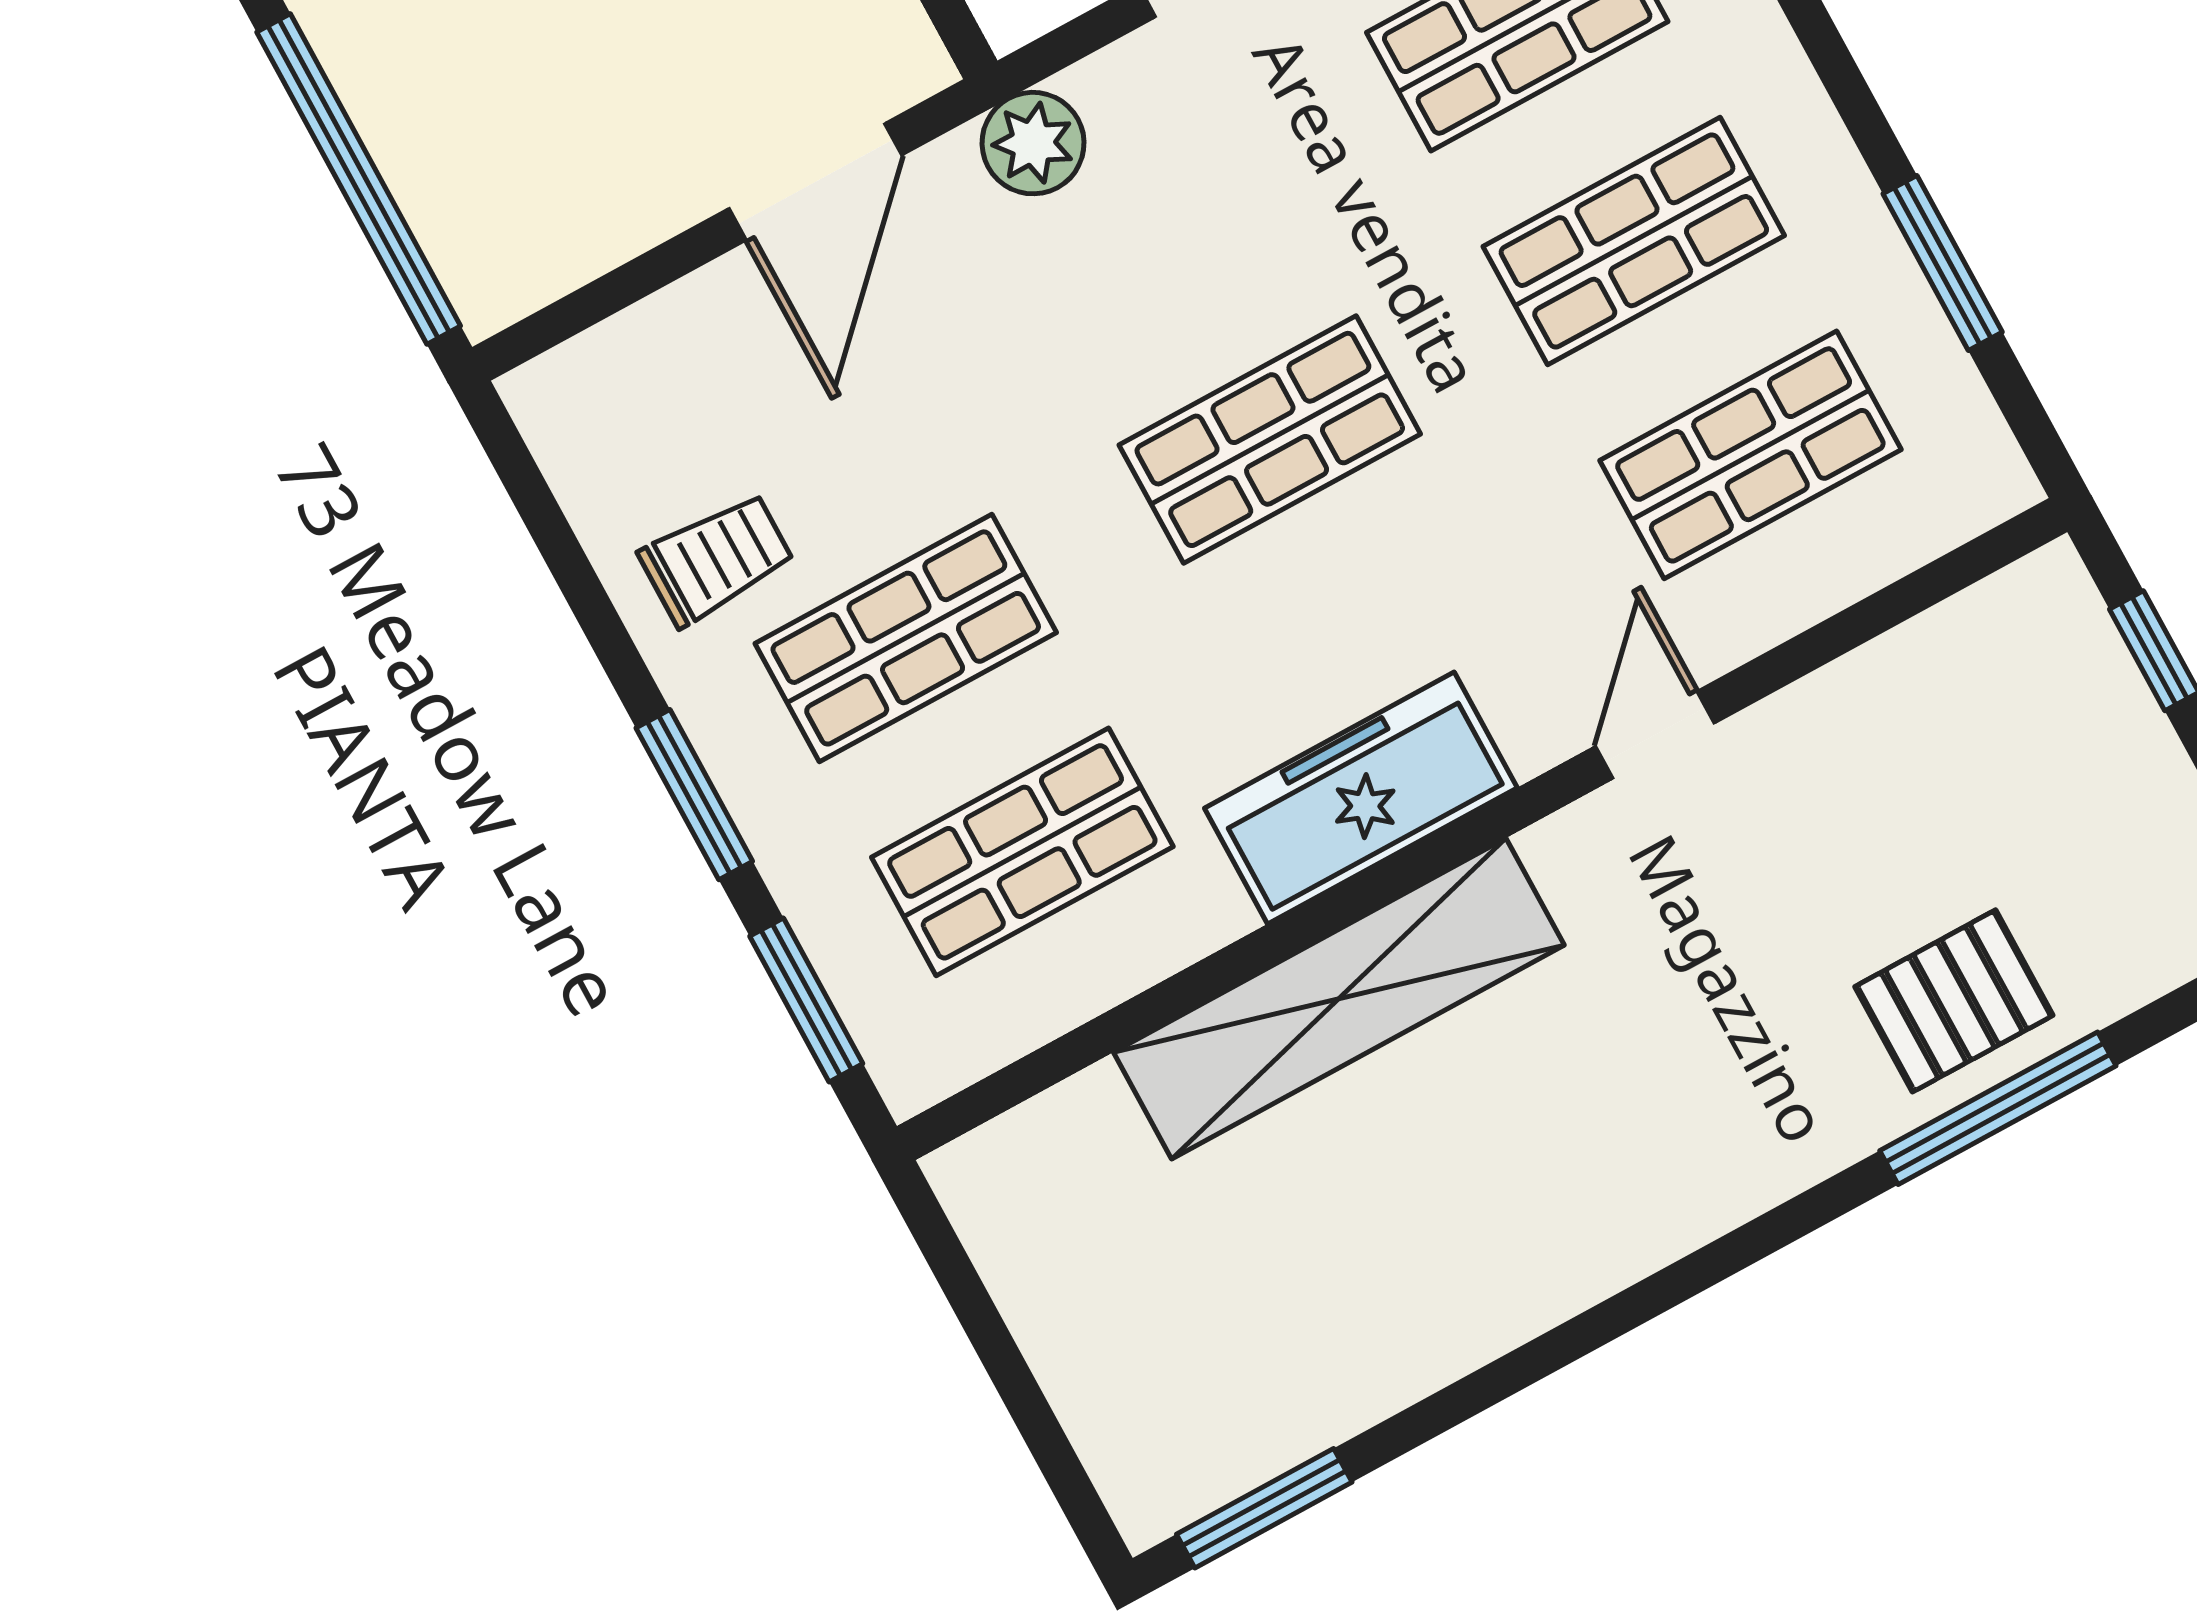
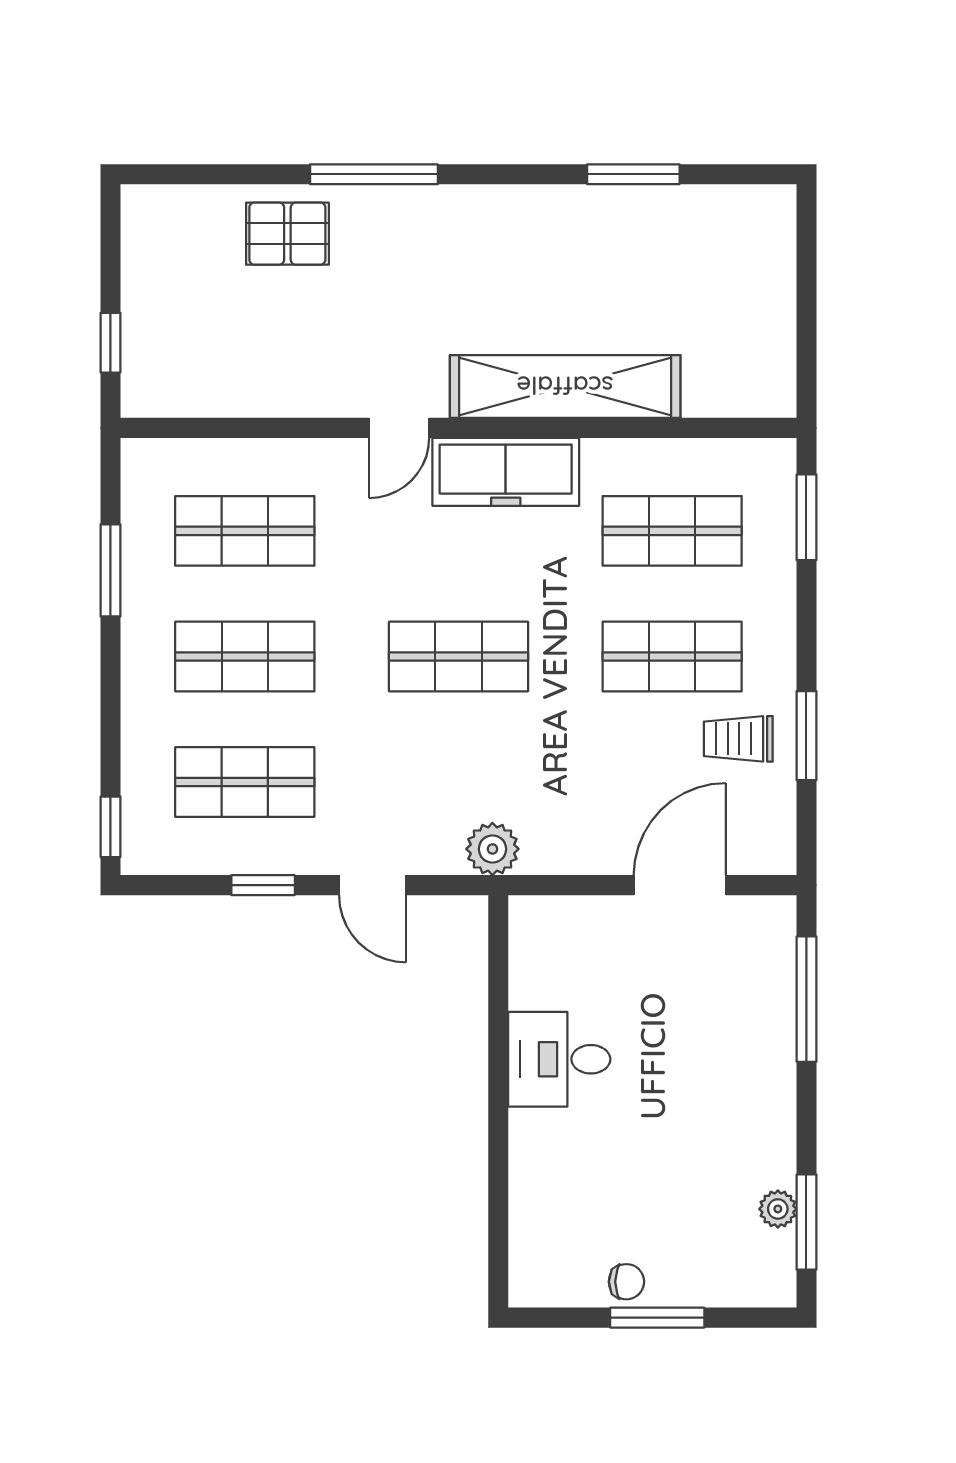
window: (359, 179) -> (806, 999), width x0.68
door: (815, 182) -> (680, 885), moved
door: (1655, 735) -> (399, 428), moved
window: (694, 795) -> (806, 736), moved
window: (1998, 1108) -> (374, 174), moved
window: (1264, 1508) -> (633, 174), moved

